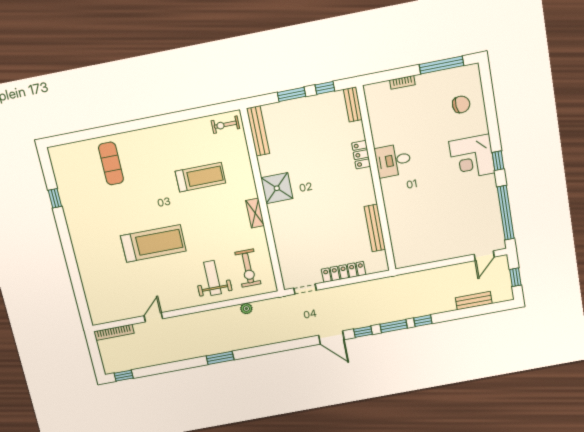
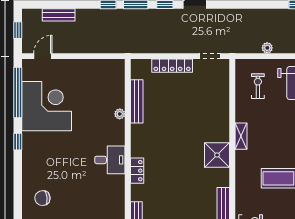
corner desk: (472, 157) -> (47, 106), moved, width x1.36, depth x1.36
plant: (391, 211) -> (120, 114), added
exercise bike: (248, 268) -> (258, 86), width x0.73, depth x0.72

